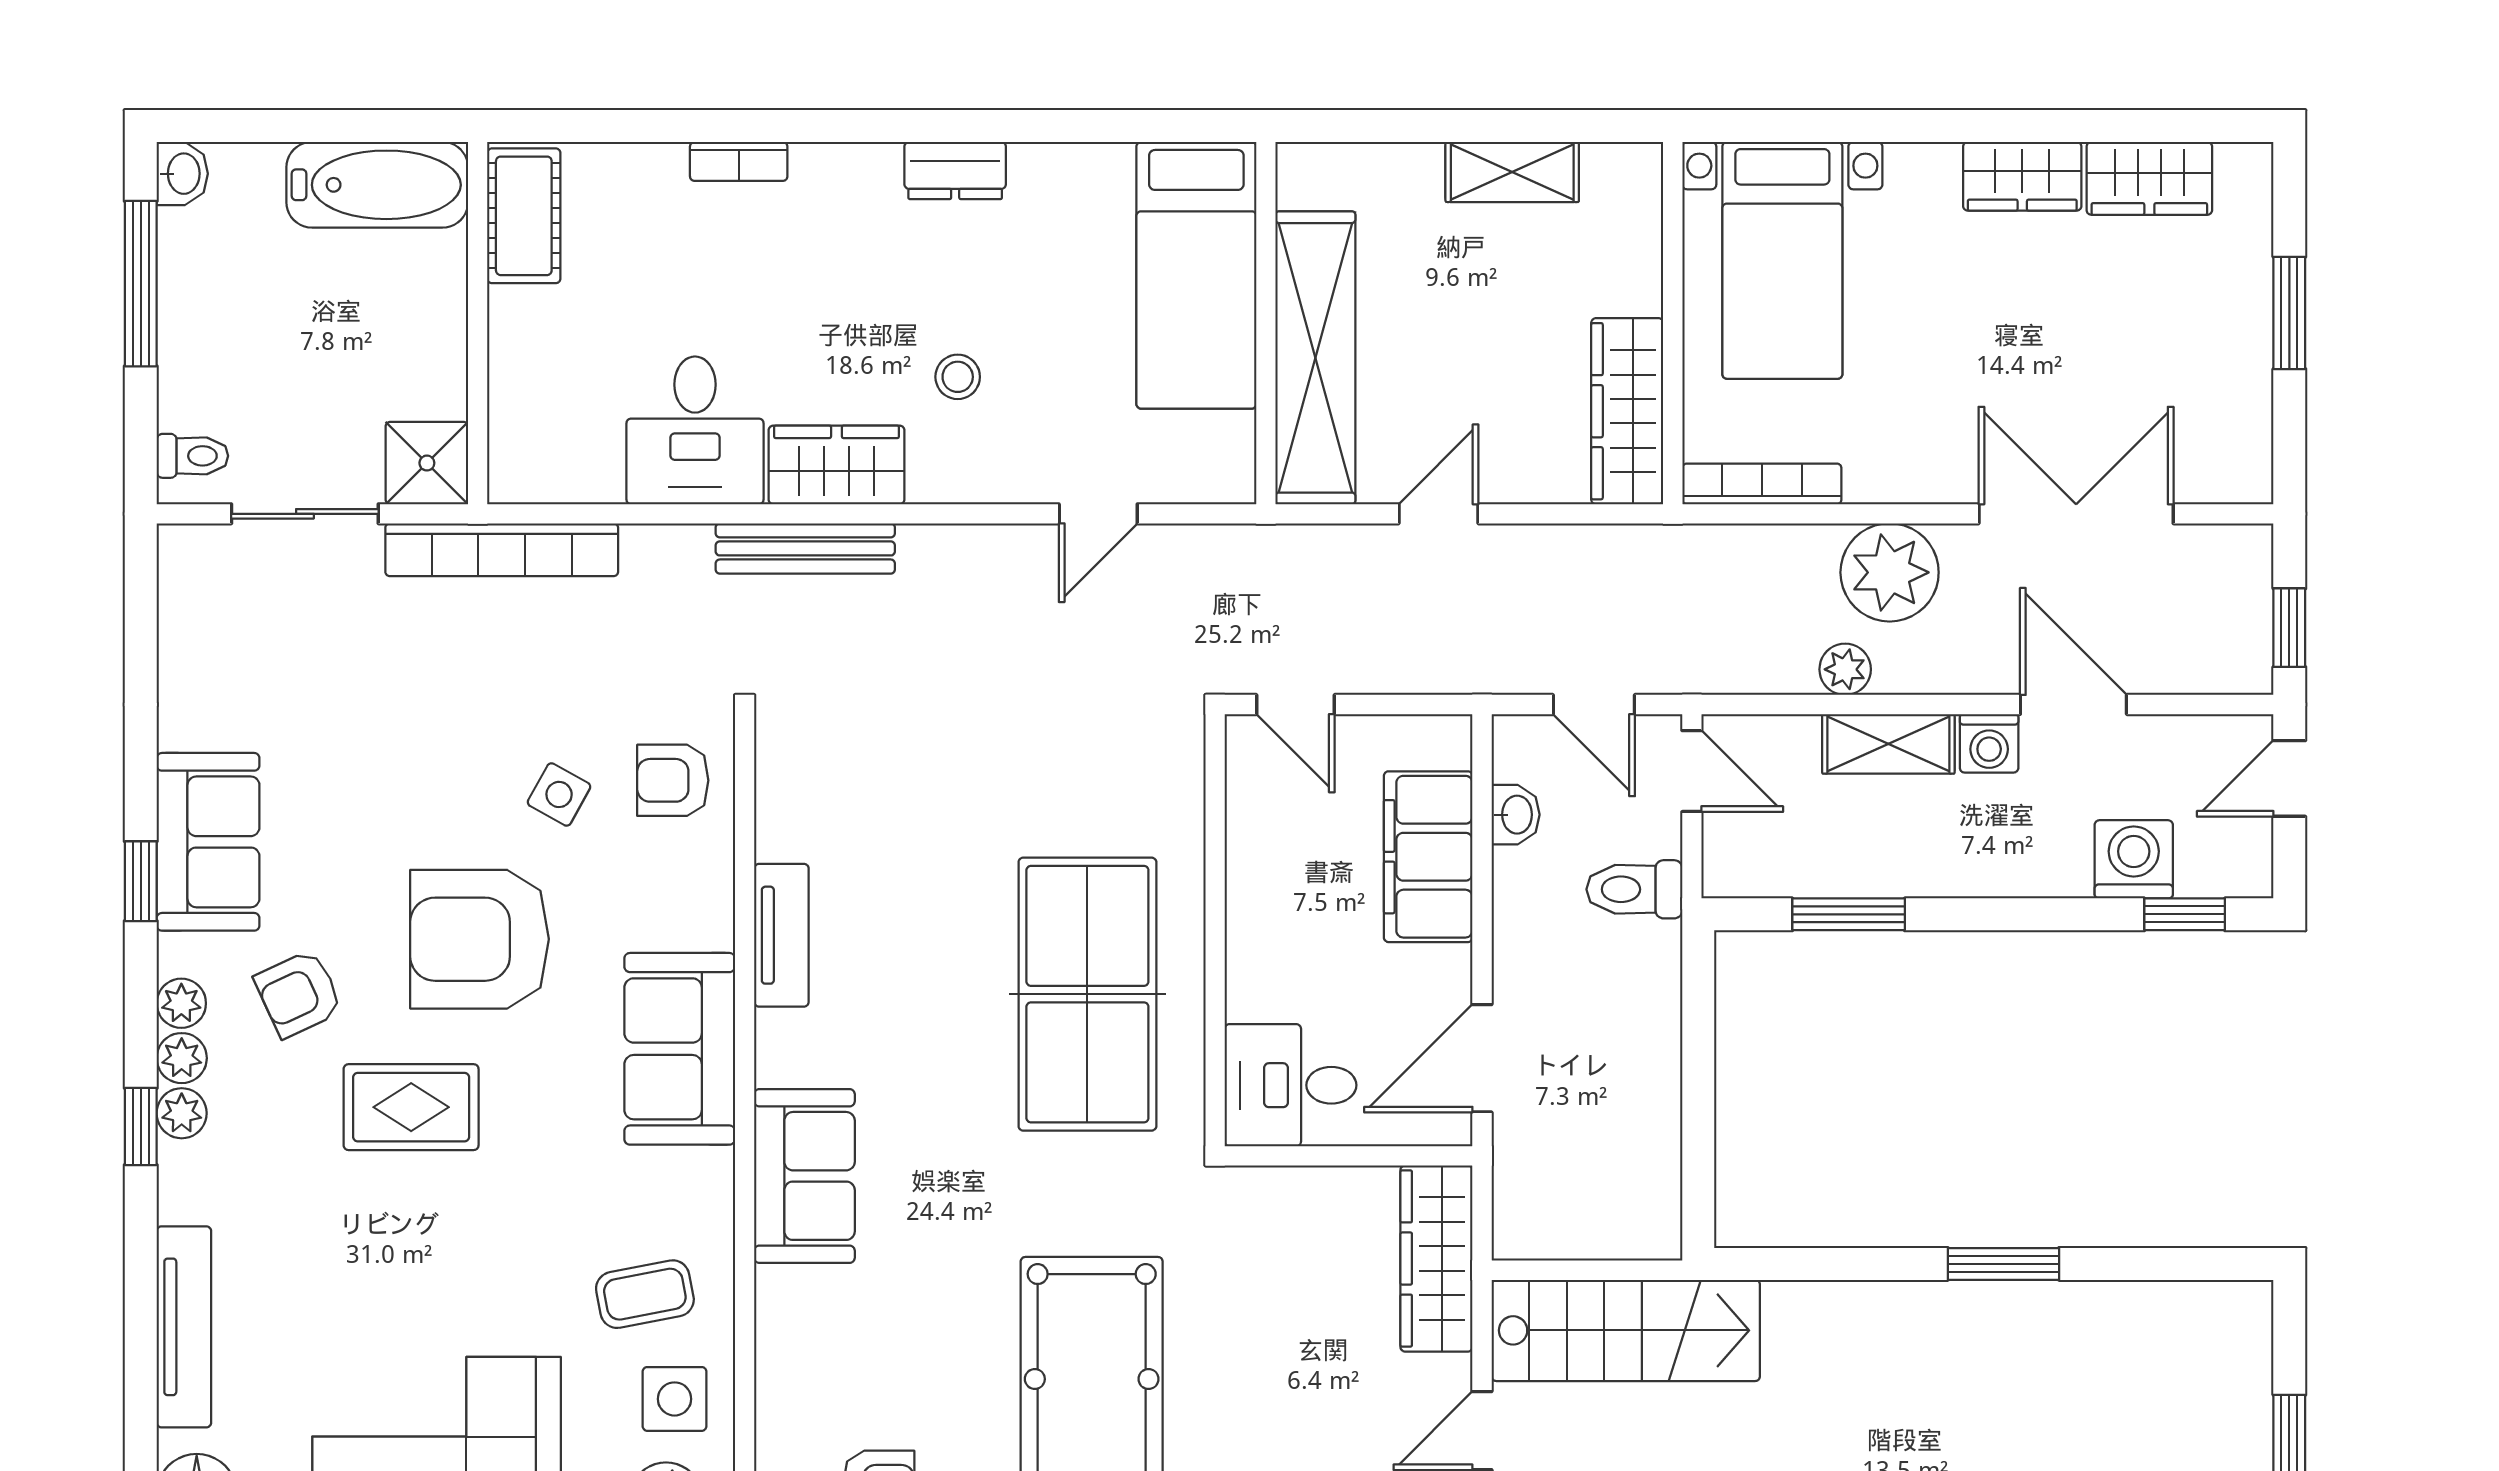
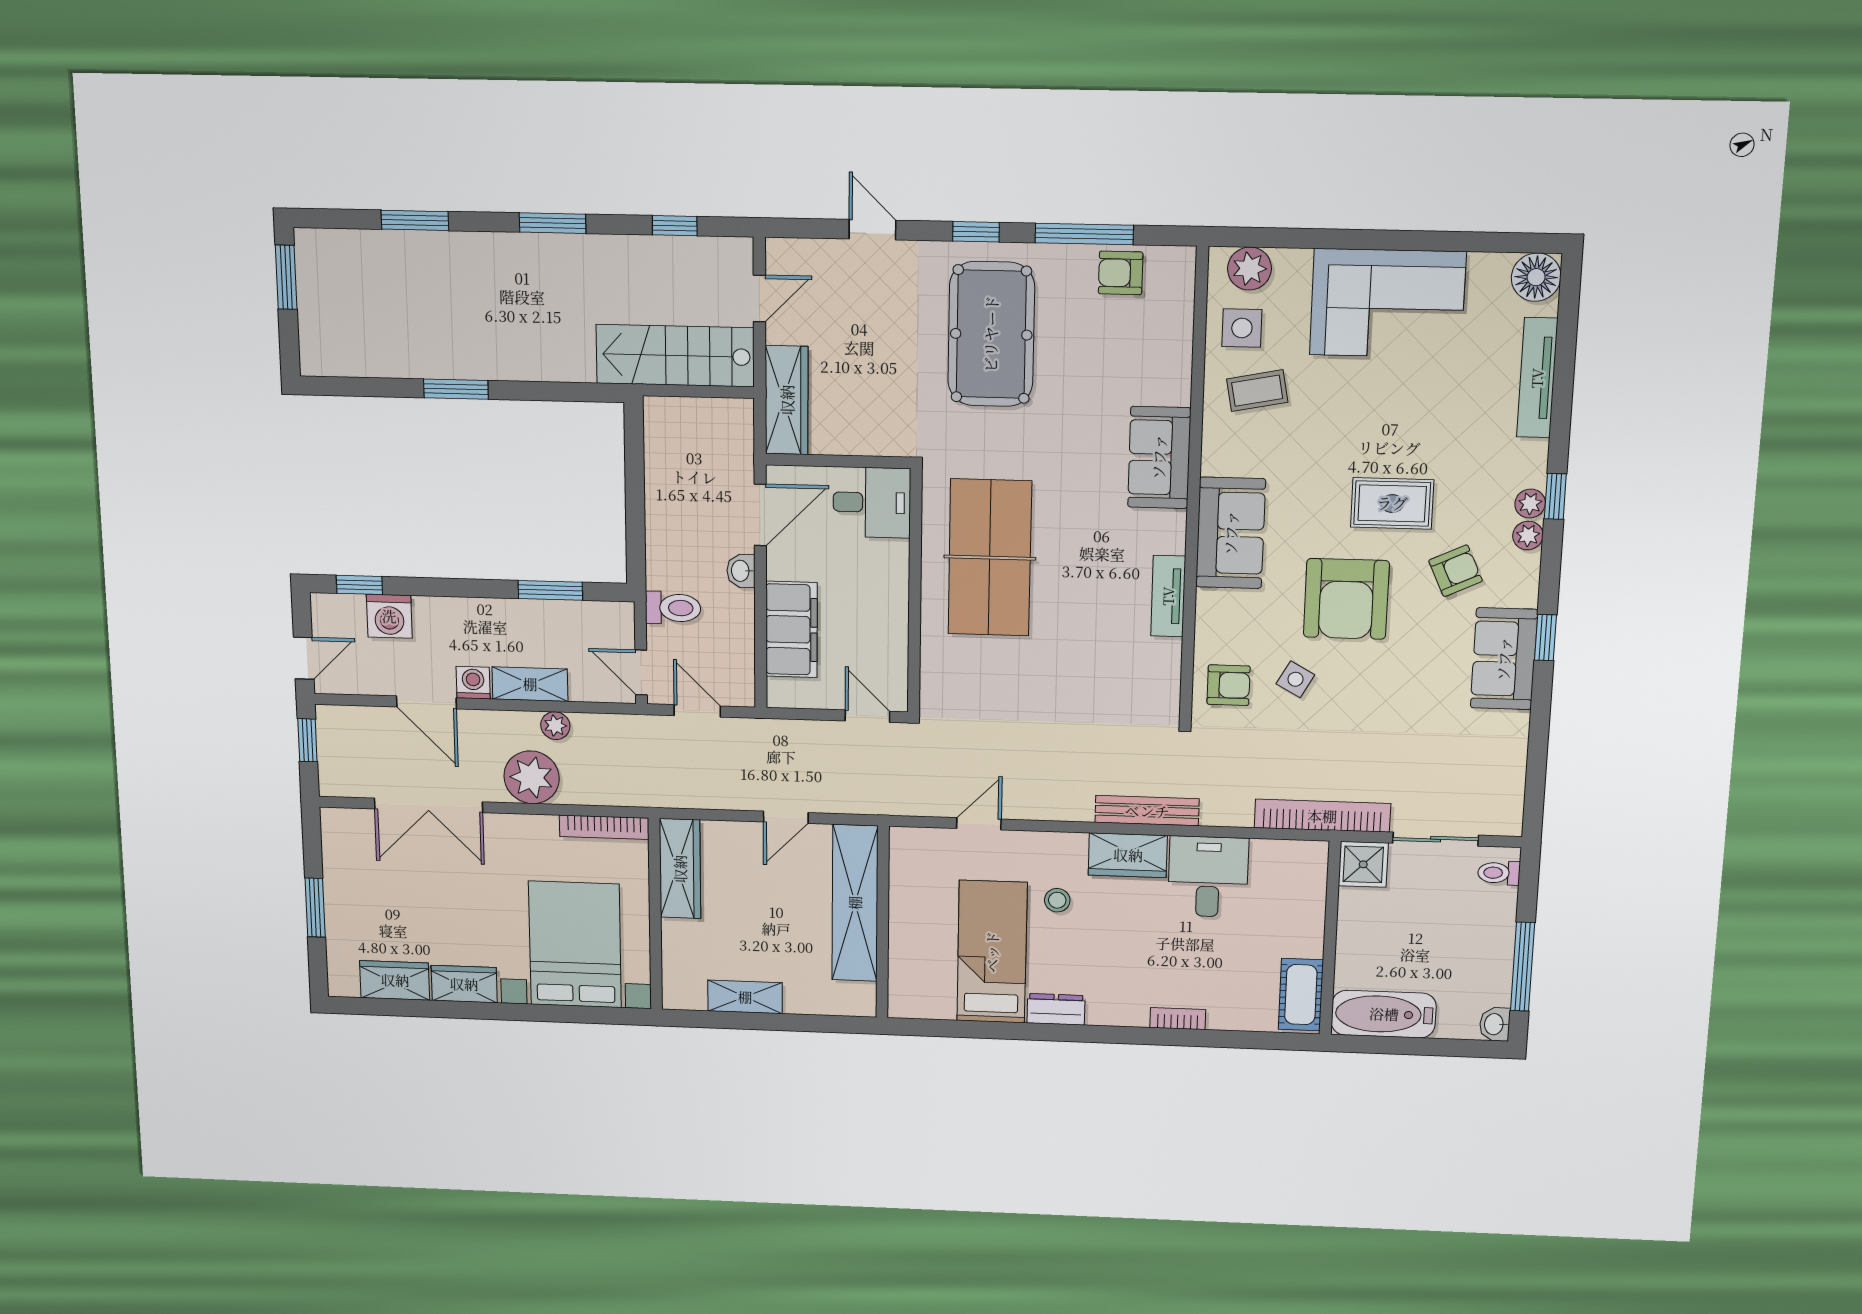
bed with nightstands: (1782, 260) -> (575, 944), width x1.36
bed: (1196, 275) -> (992, 952), moved
washbasin: (1516, 815) -> (741, 571), moved
armchair: (479, 939) -> (1346, 599), turned 90
plant: (181, 1003) -> (1526, 567), removed

